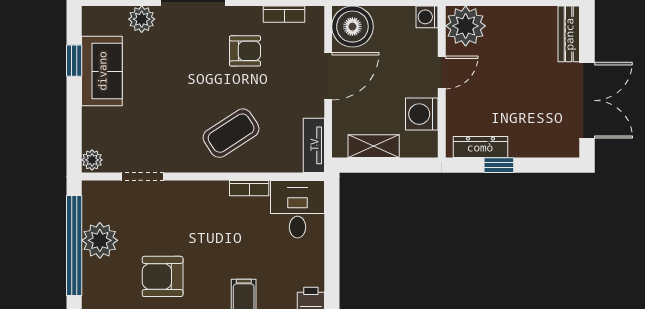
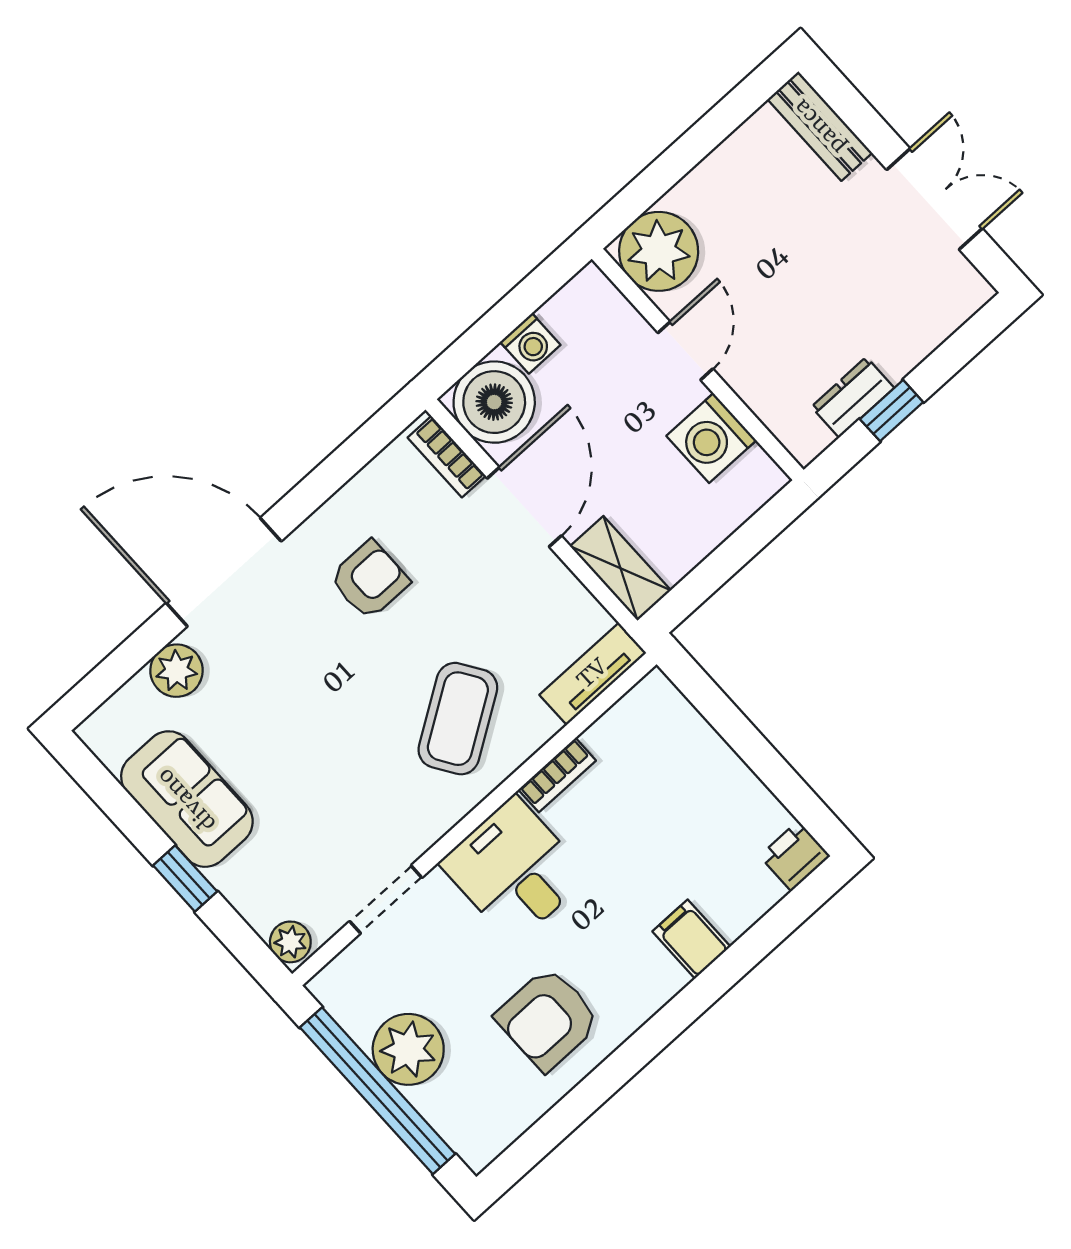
bookcase: (284, 14) -> (447, 457), moved, turned 90
washing machine: (427, 17) -> (530, 343), moved, turned -90
window: (74, 61) -> (185, 878), moved
double door: (587, 100) -> (935, 199), width x0.73
tv unit: (314, 145) -> (593, 674), moved, turned 90
shelving: (374, 146) -> (620, 568), moved, turned 90
dresser: (480, 147) -> (853, 397), width x0.70
desk: (297, 209) -> (514, 870), moved

